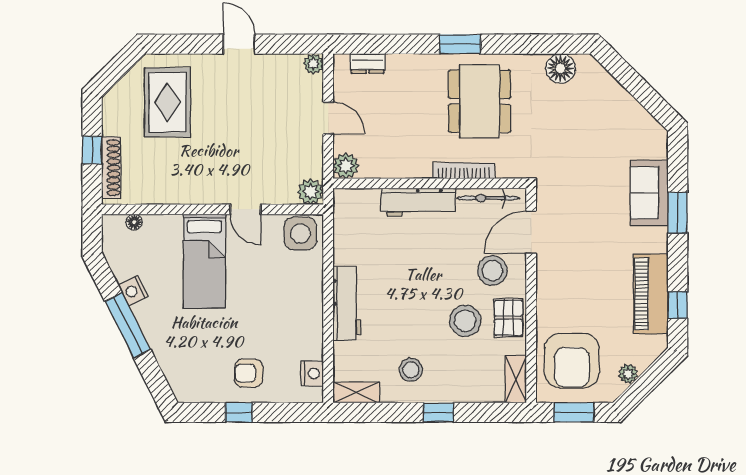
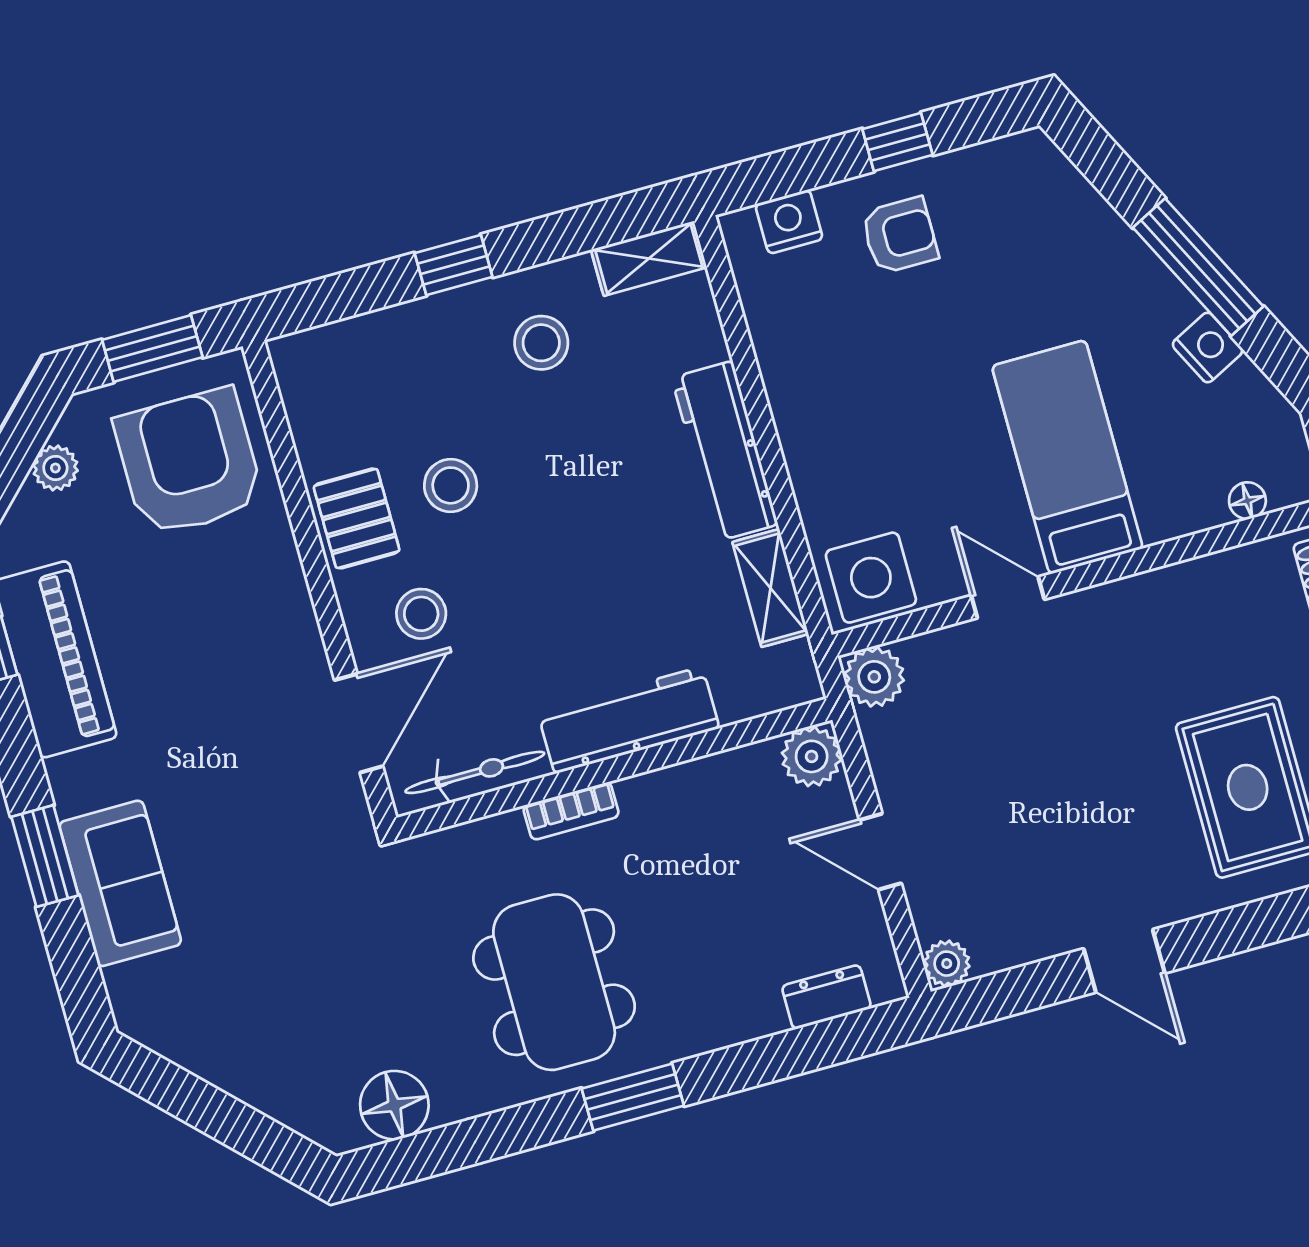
bookcase: (464, 171) -> (571, 811), width x0.64
stool: (492, 271) -> (421, 614), width x0.73, depth x0.73
stool: (465, 321) -> (451, 485), width x0.73, depth x0.73
nightstand: (312, 374) -> (789, 222), moved, turned 90
shelving: (516, 379) -> (770, 588), moved

